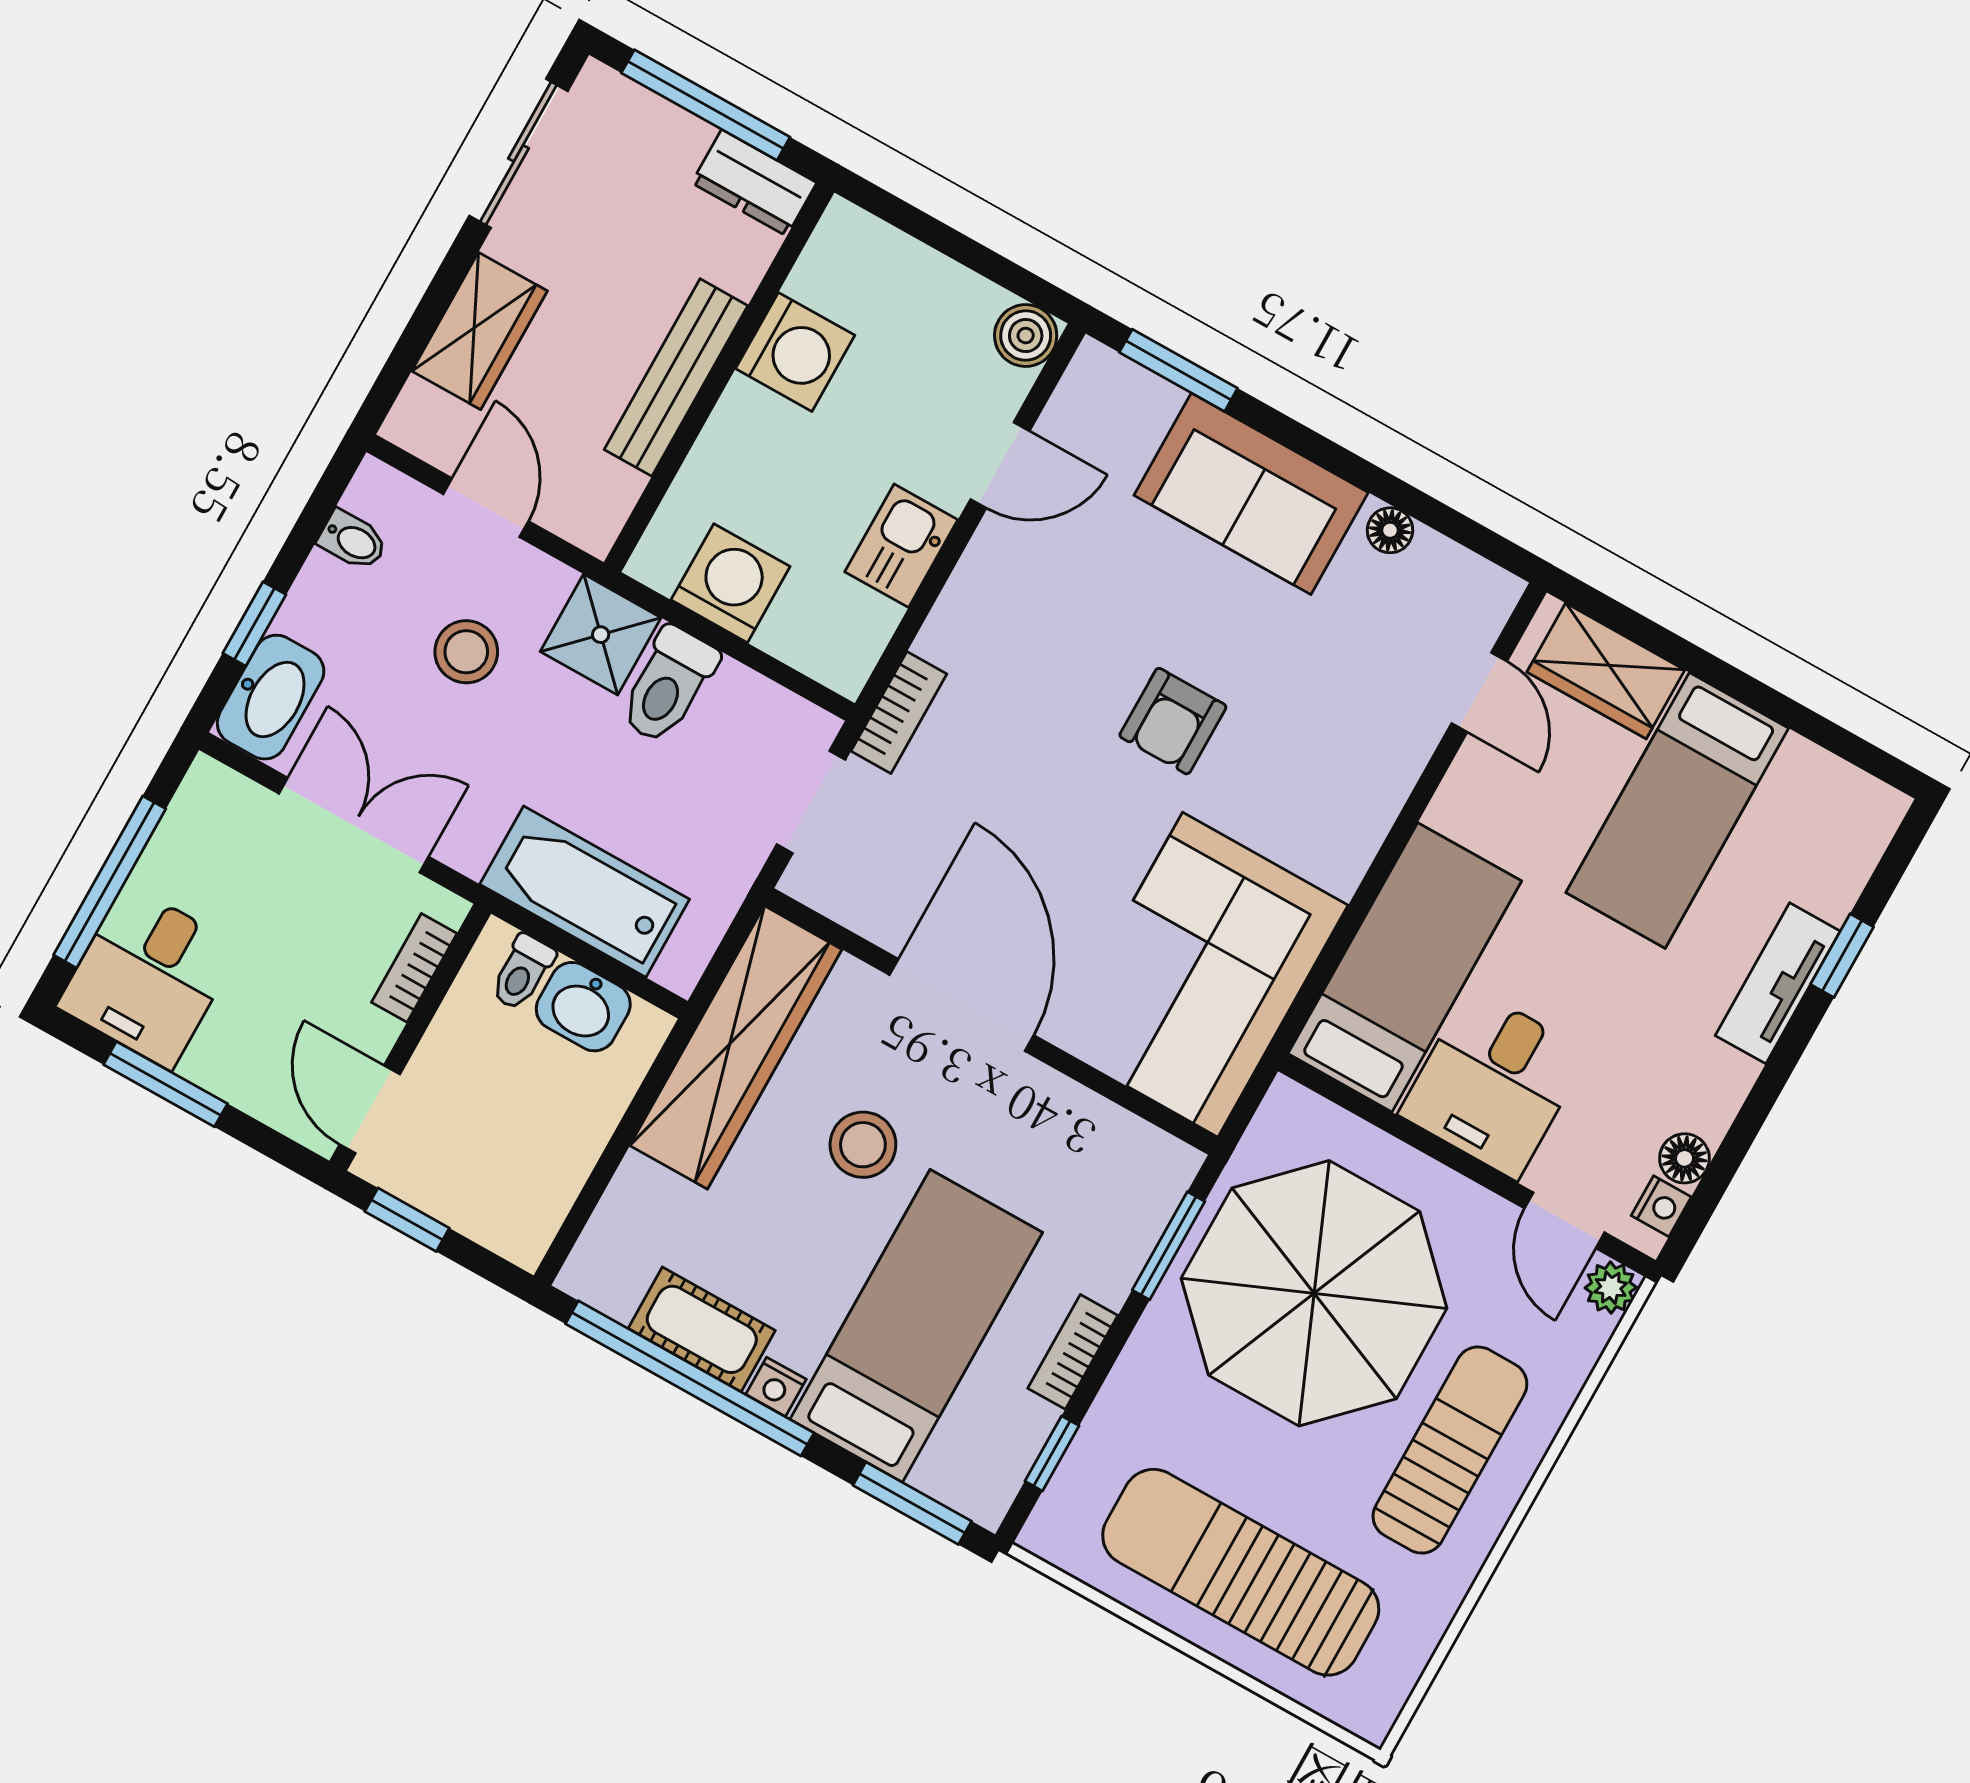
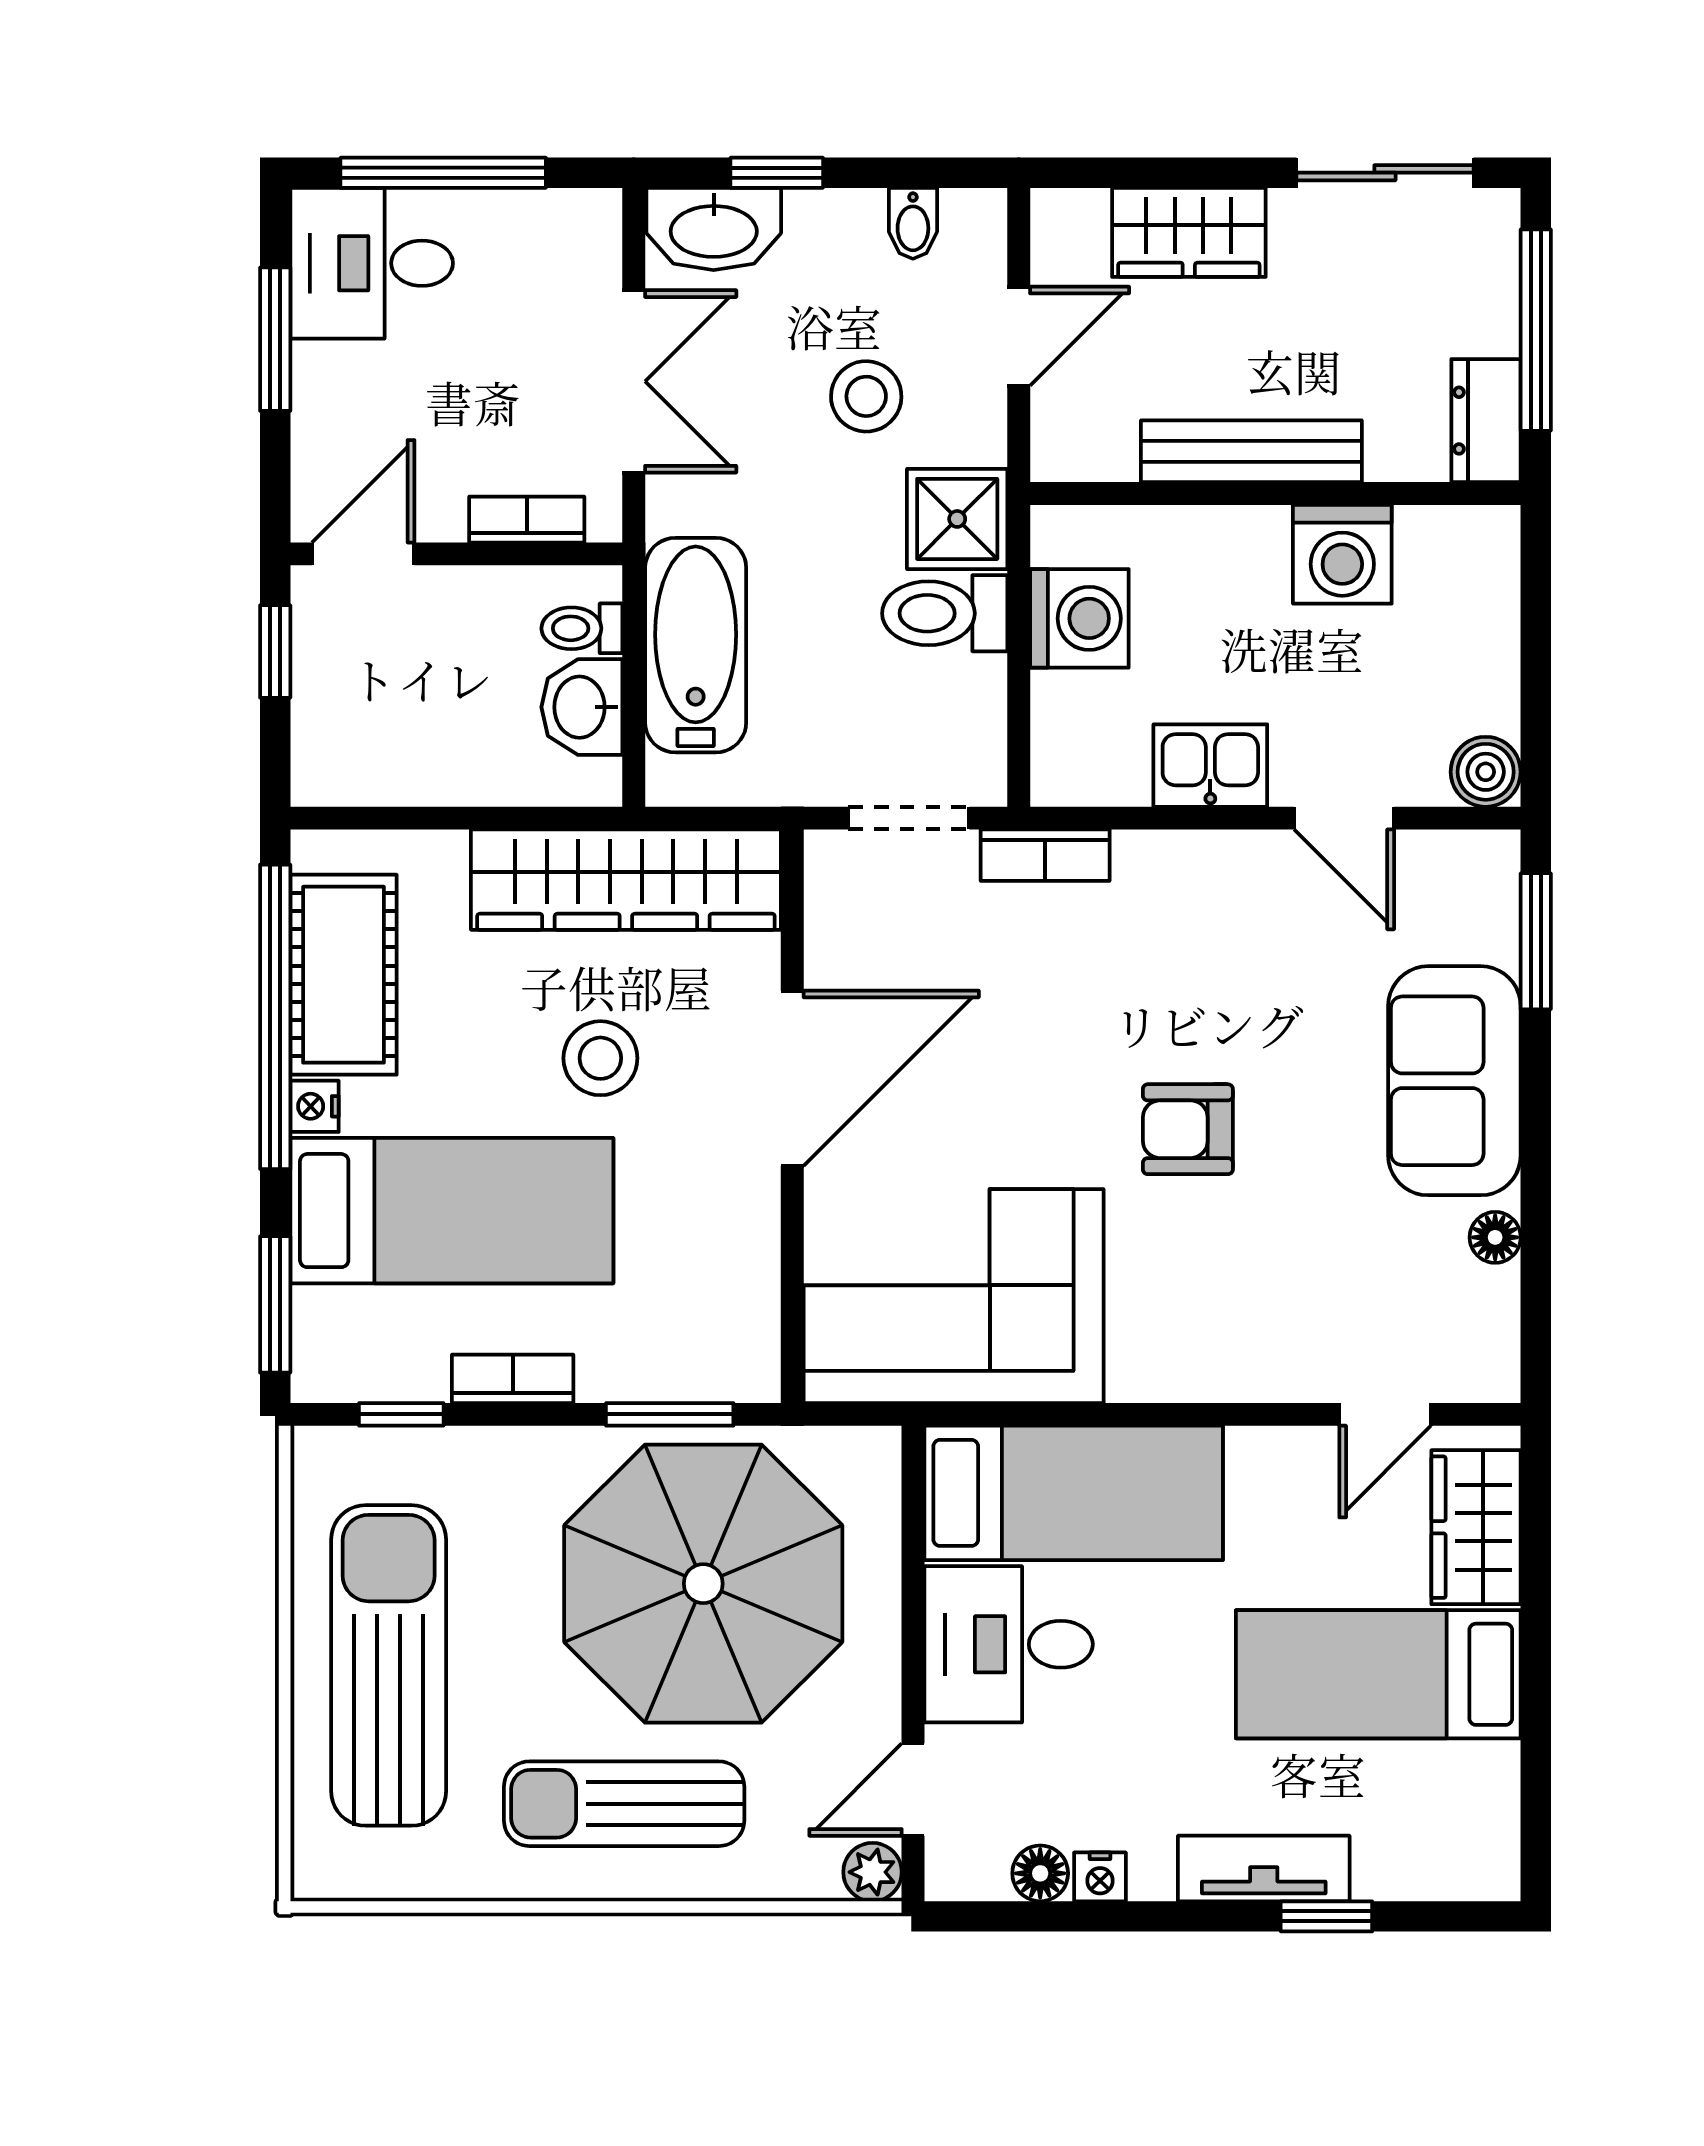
nightstand: (1661, 1206) -> (1100, 1877), moved
cot: (702, 1329) -> (343, 975), width x1.37, depth x1.34
sun lounger: (1450, 1450) -> (624, 1804), turned 180

